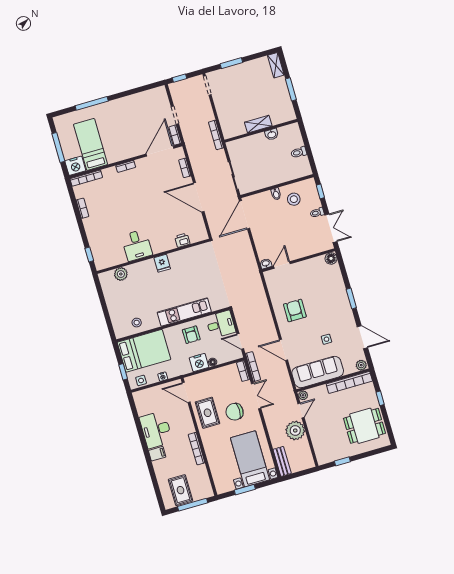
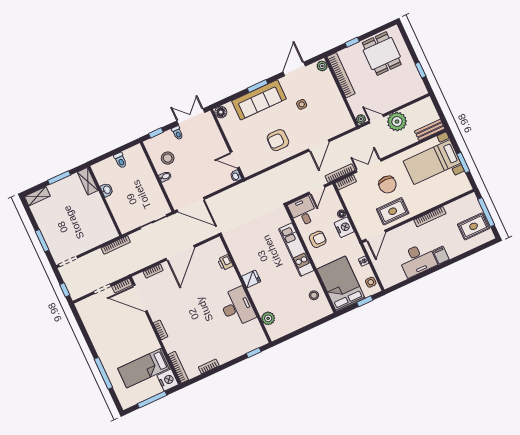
shelving: (258, 124) -> (88, 181), moved
desk: (137, 245) -> (237, 307), width x1.37
sofa: (318, 372) -> (259, 100), moved, turned -90

